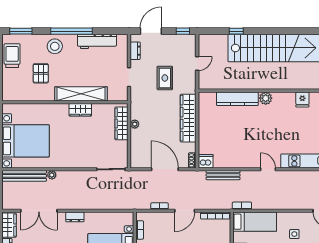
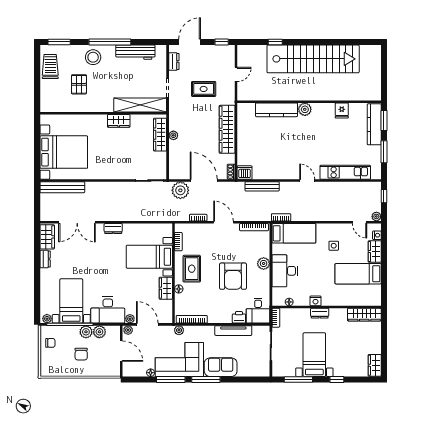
rug: (165, 78) -> (204, 89), turned 90
shelving: (81, 94) -> (140, 105), moved
plant: (52, 175) -> (180, 190), moved, width x1.88, depth x1.88
door: (185, 211) -> (224, 222), swing flipped

